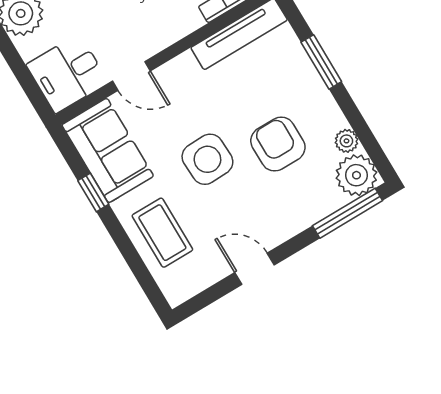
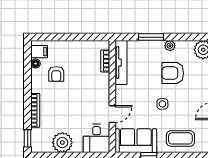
plant: (346, 141) -> (170, 46), moved
side table: (207, 159) -> (162, 104), width x0.54, depth x0.54

